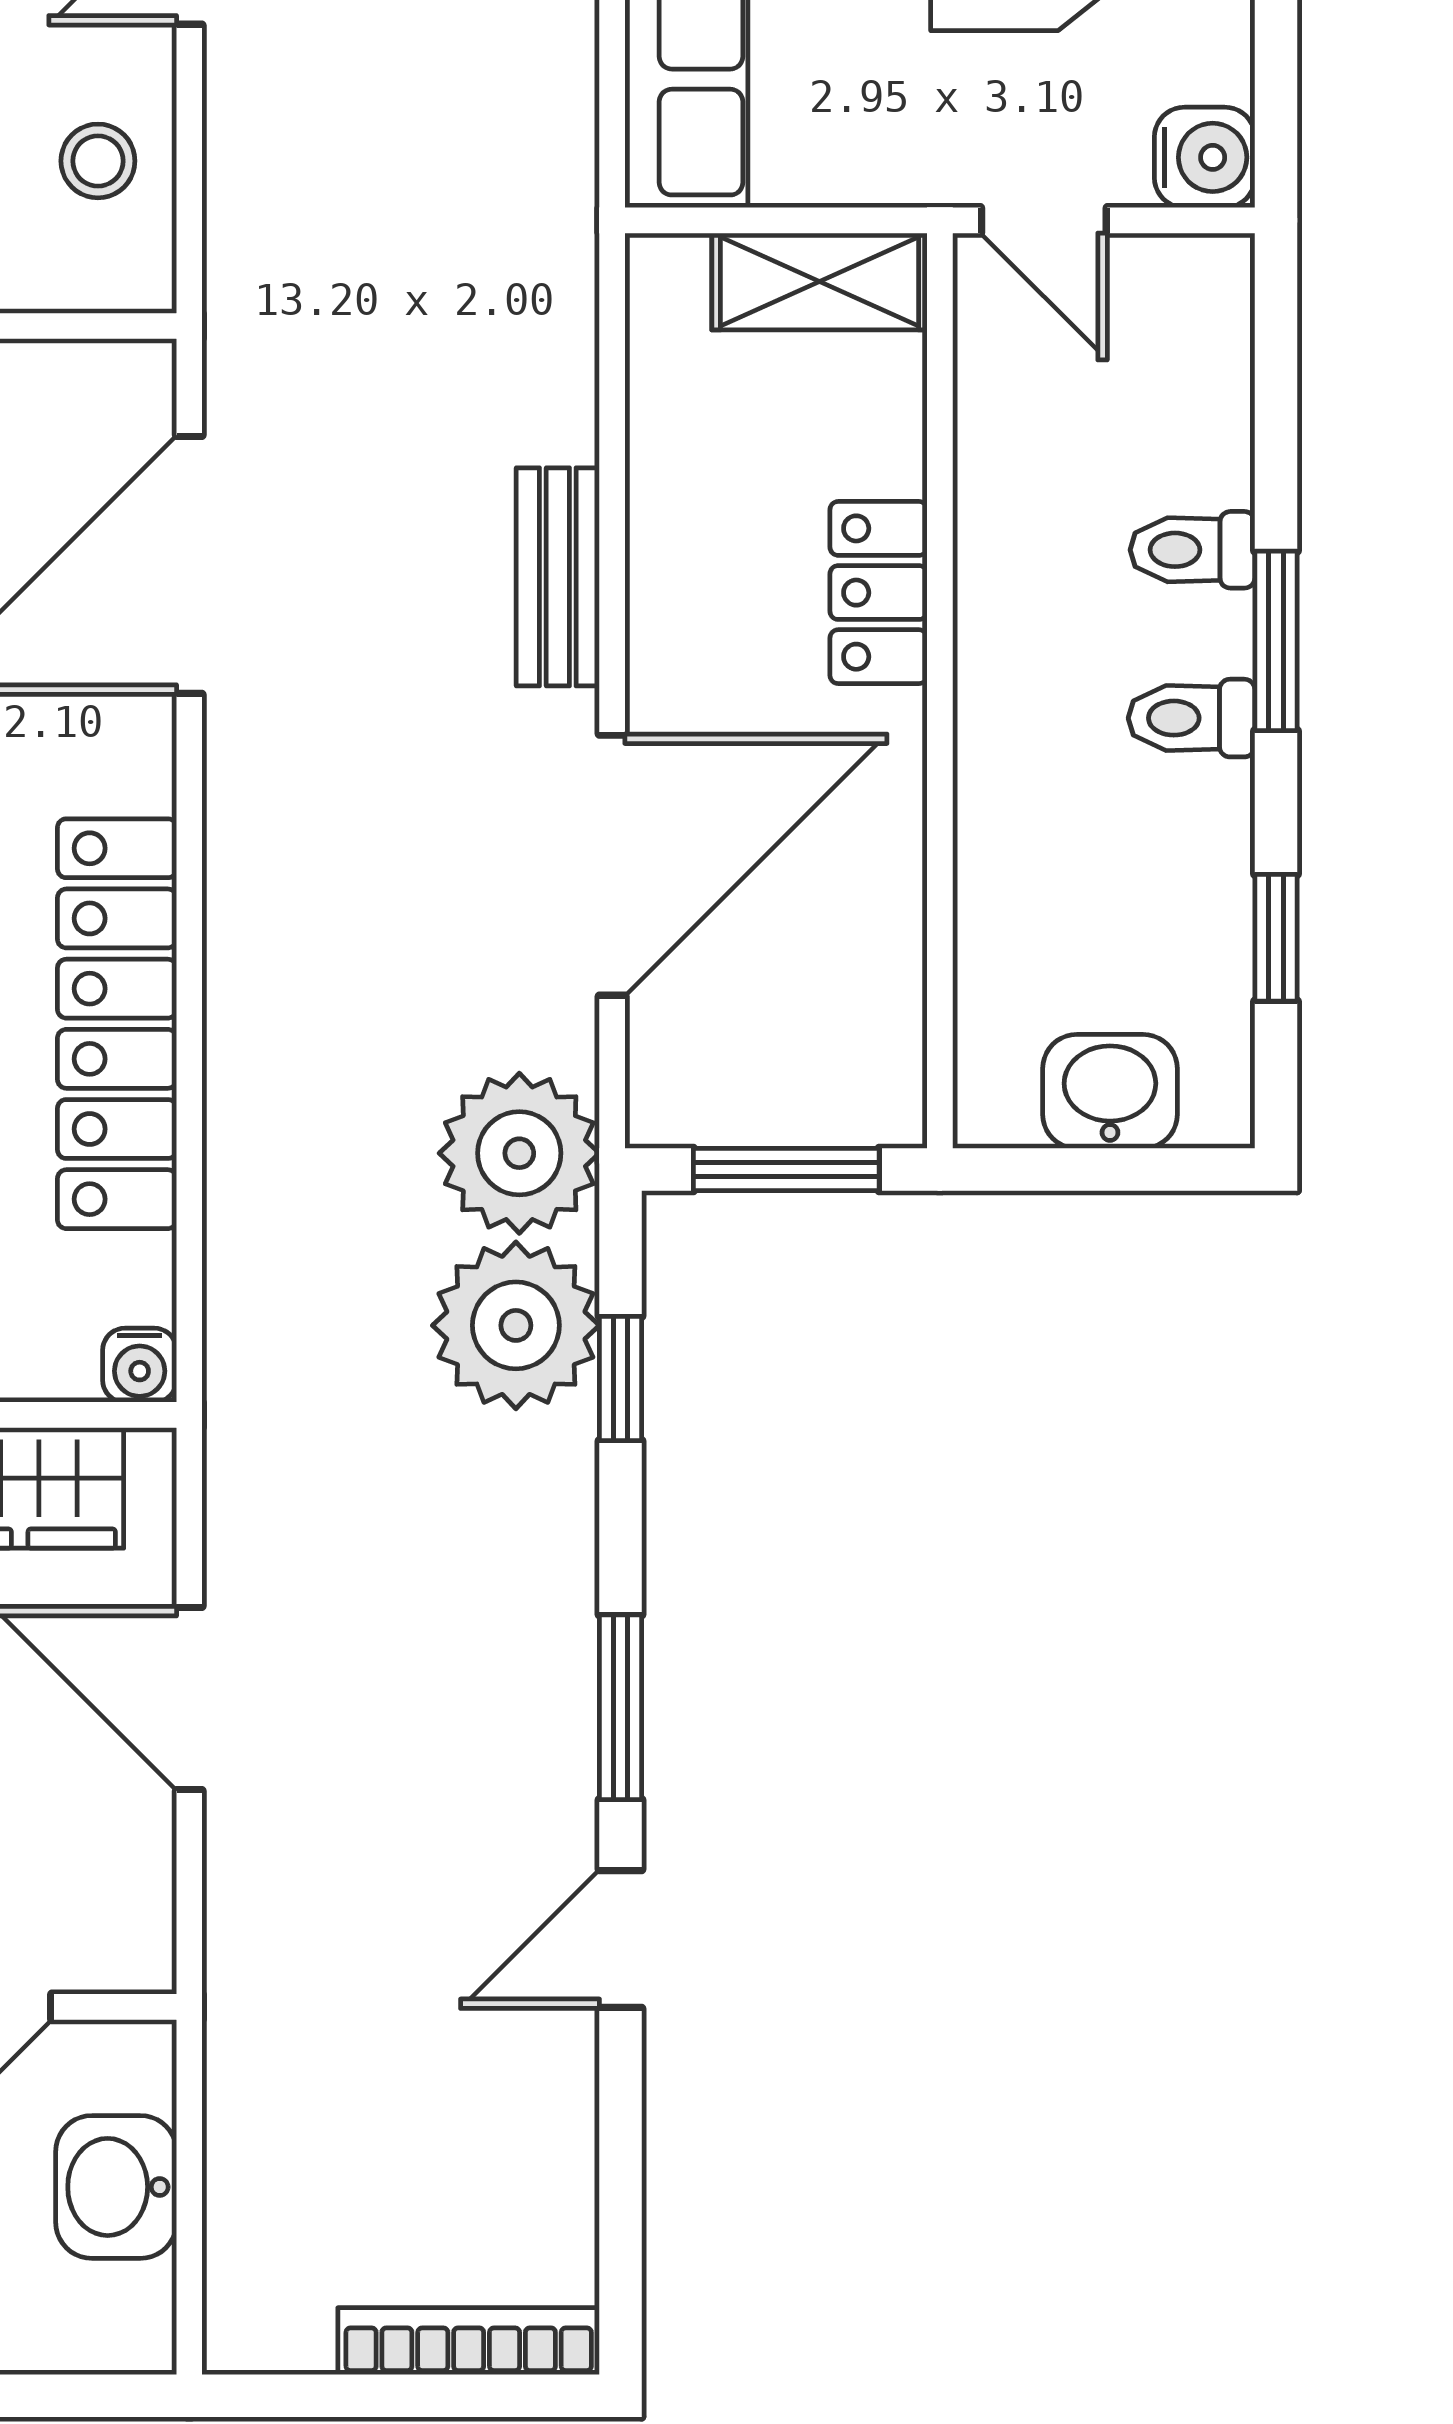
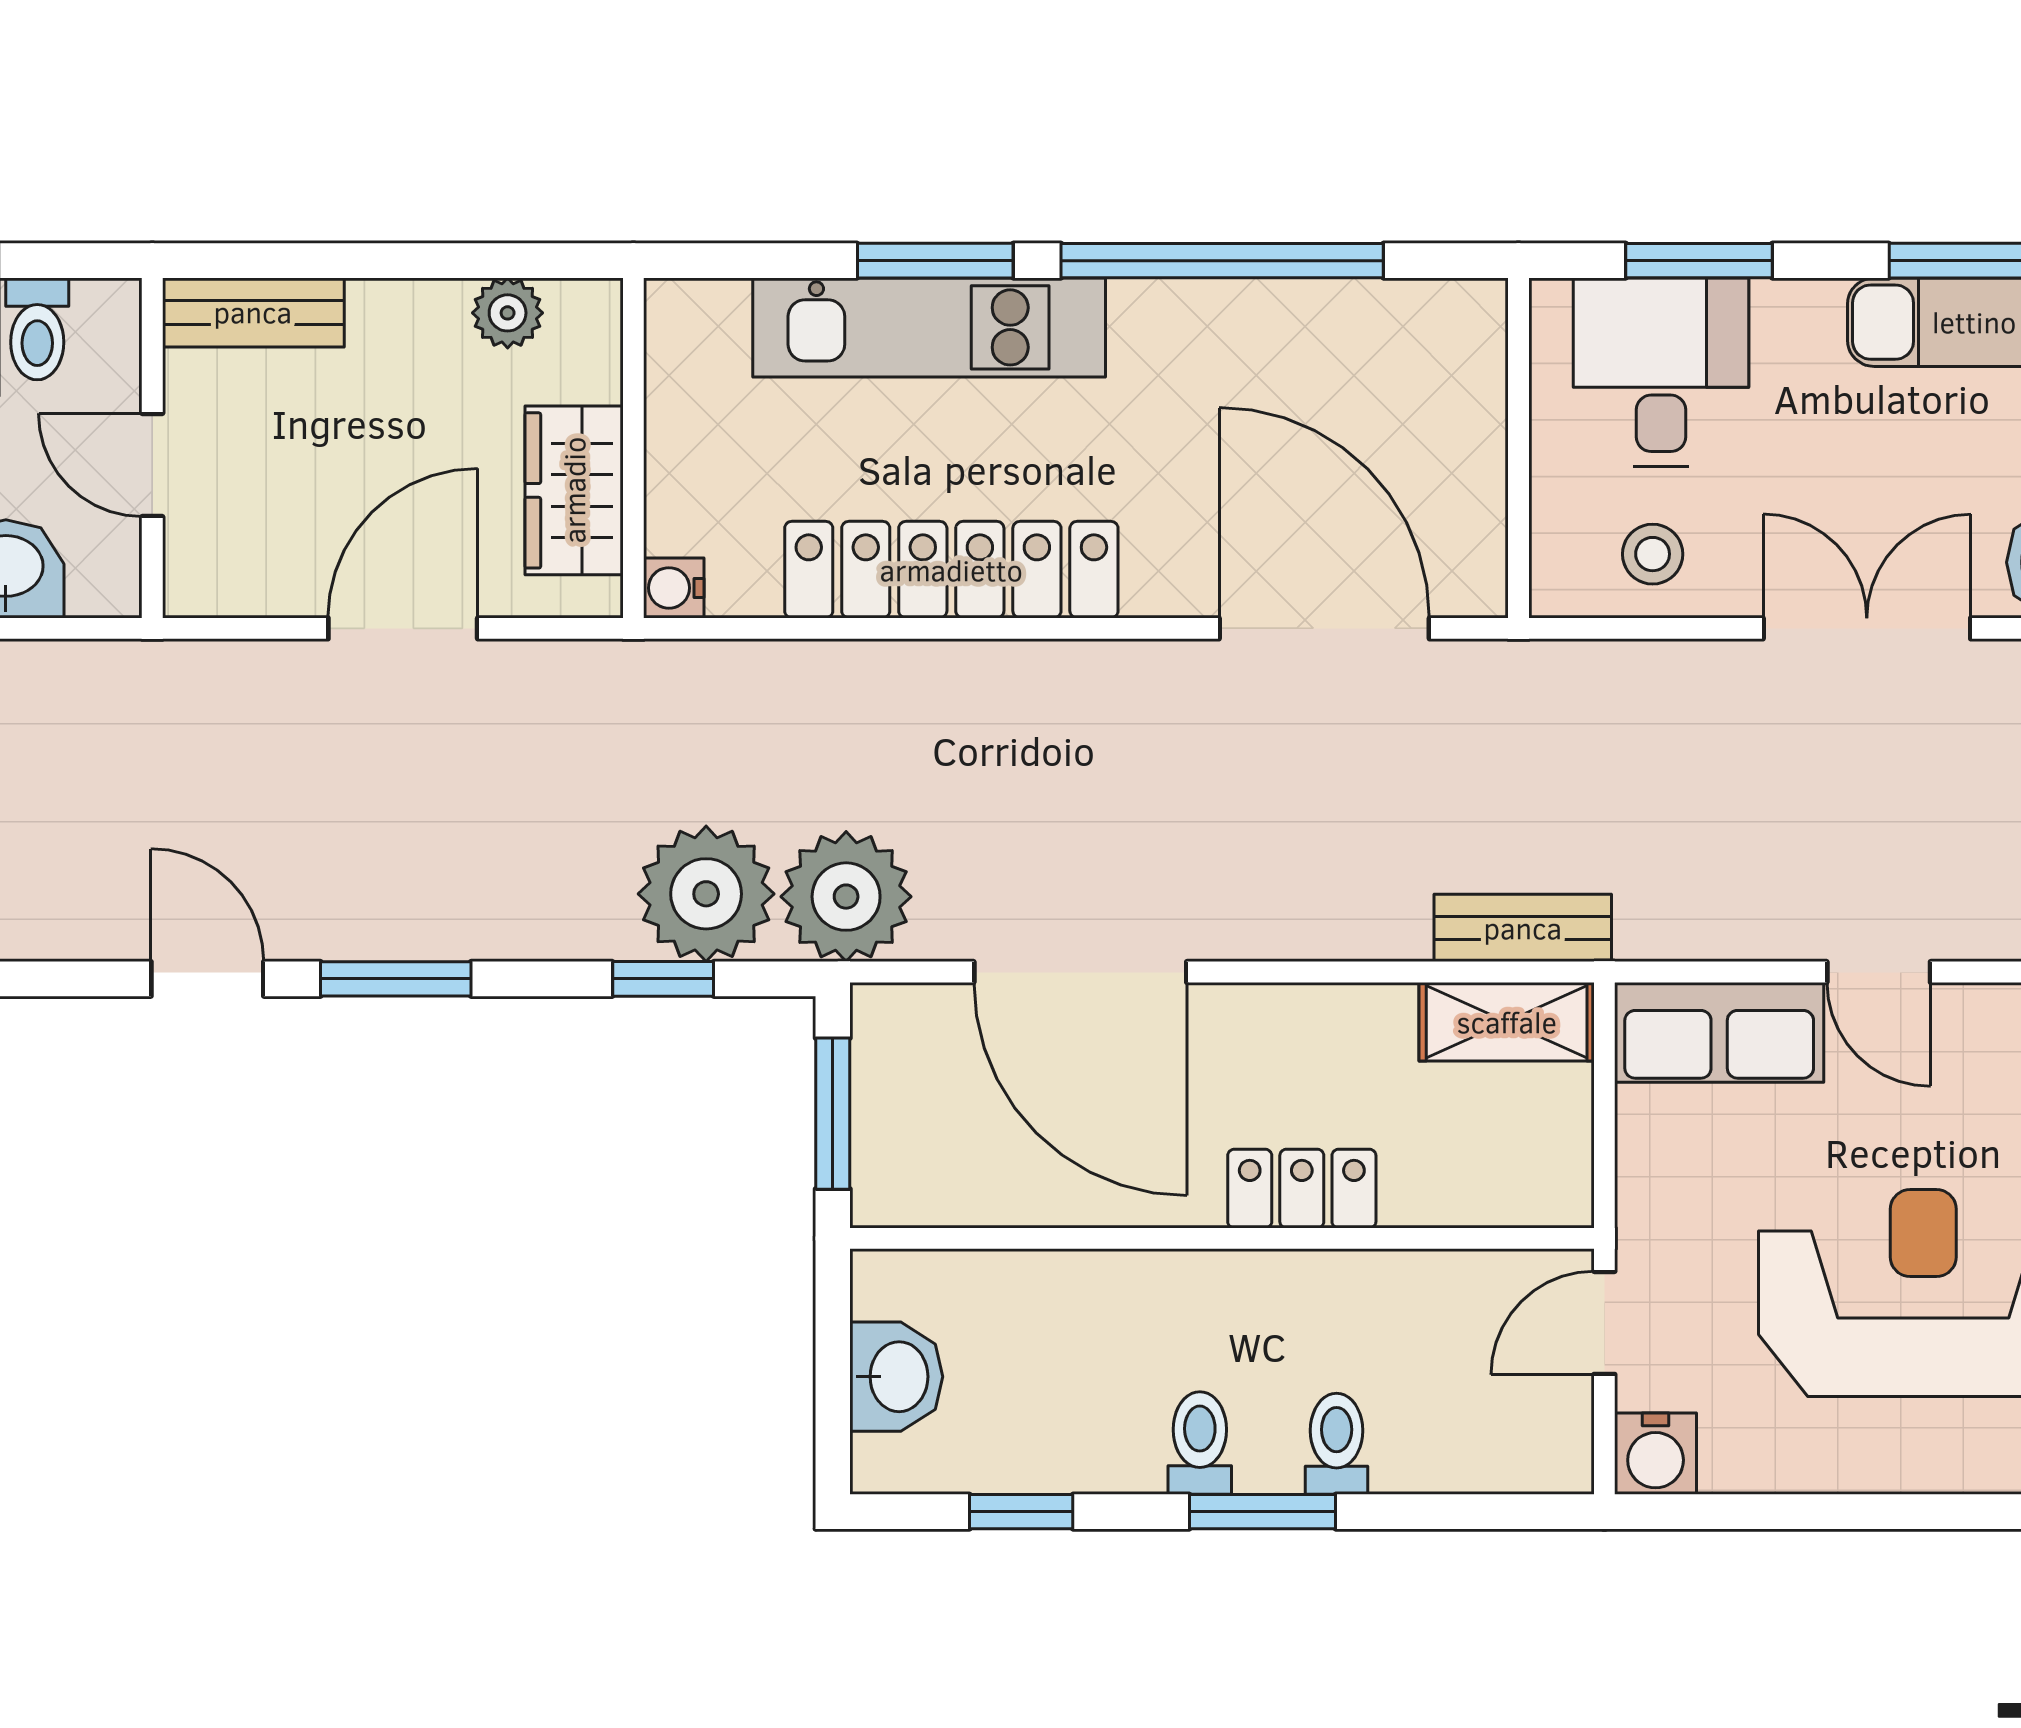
shelving: (819, 281) -> (1507, 1022), moved, turned 90
bench: (558, 577) -> (1523, 928), moved

